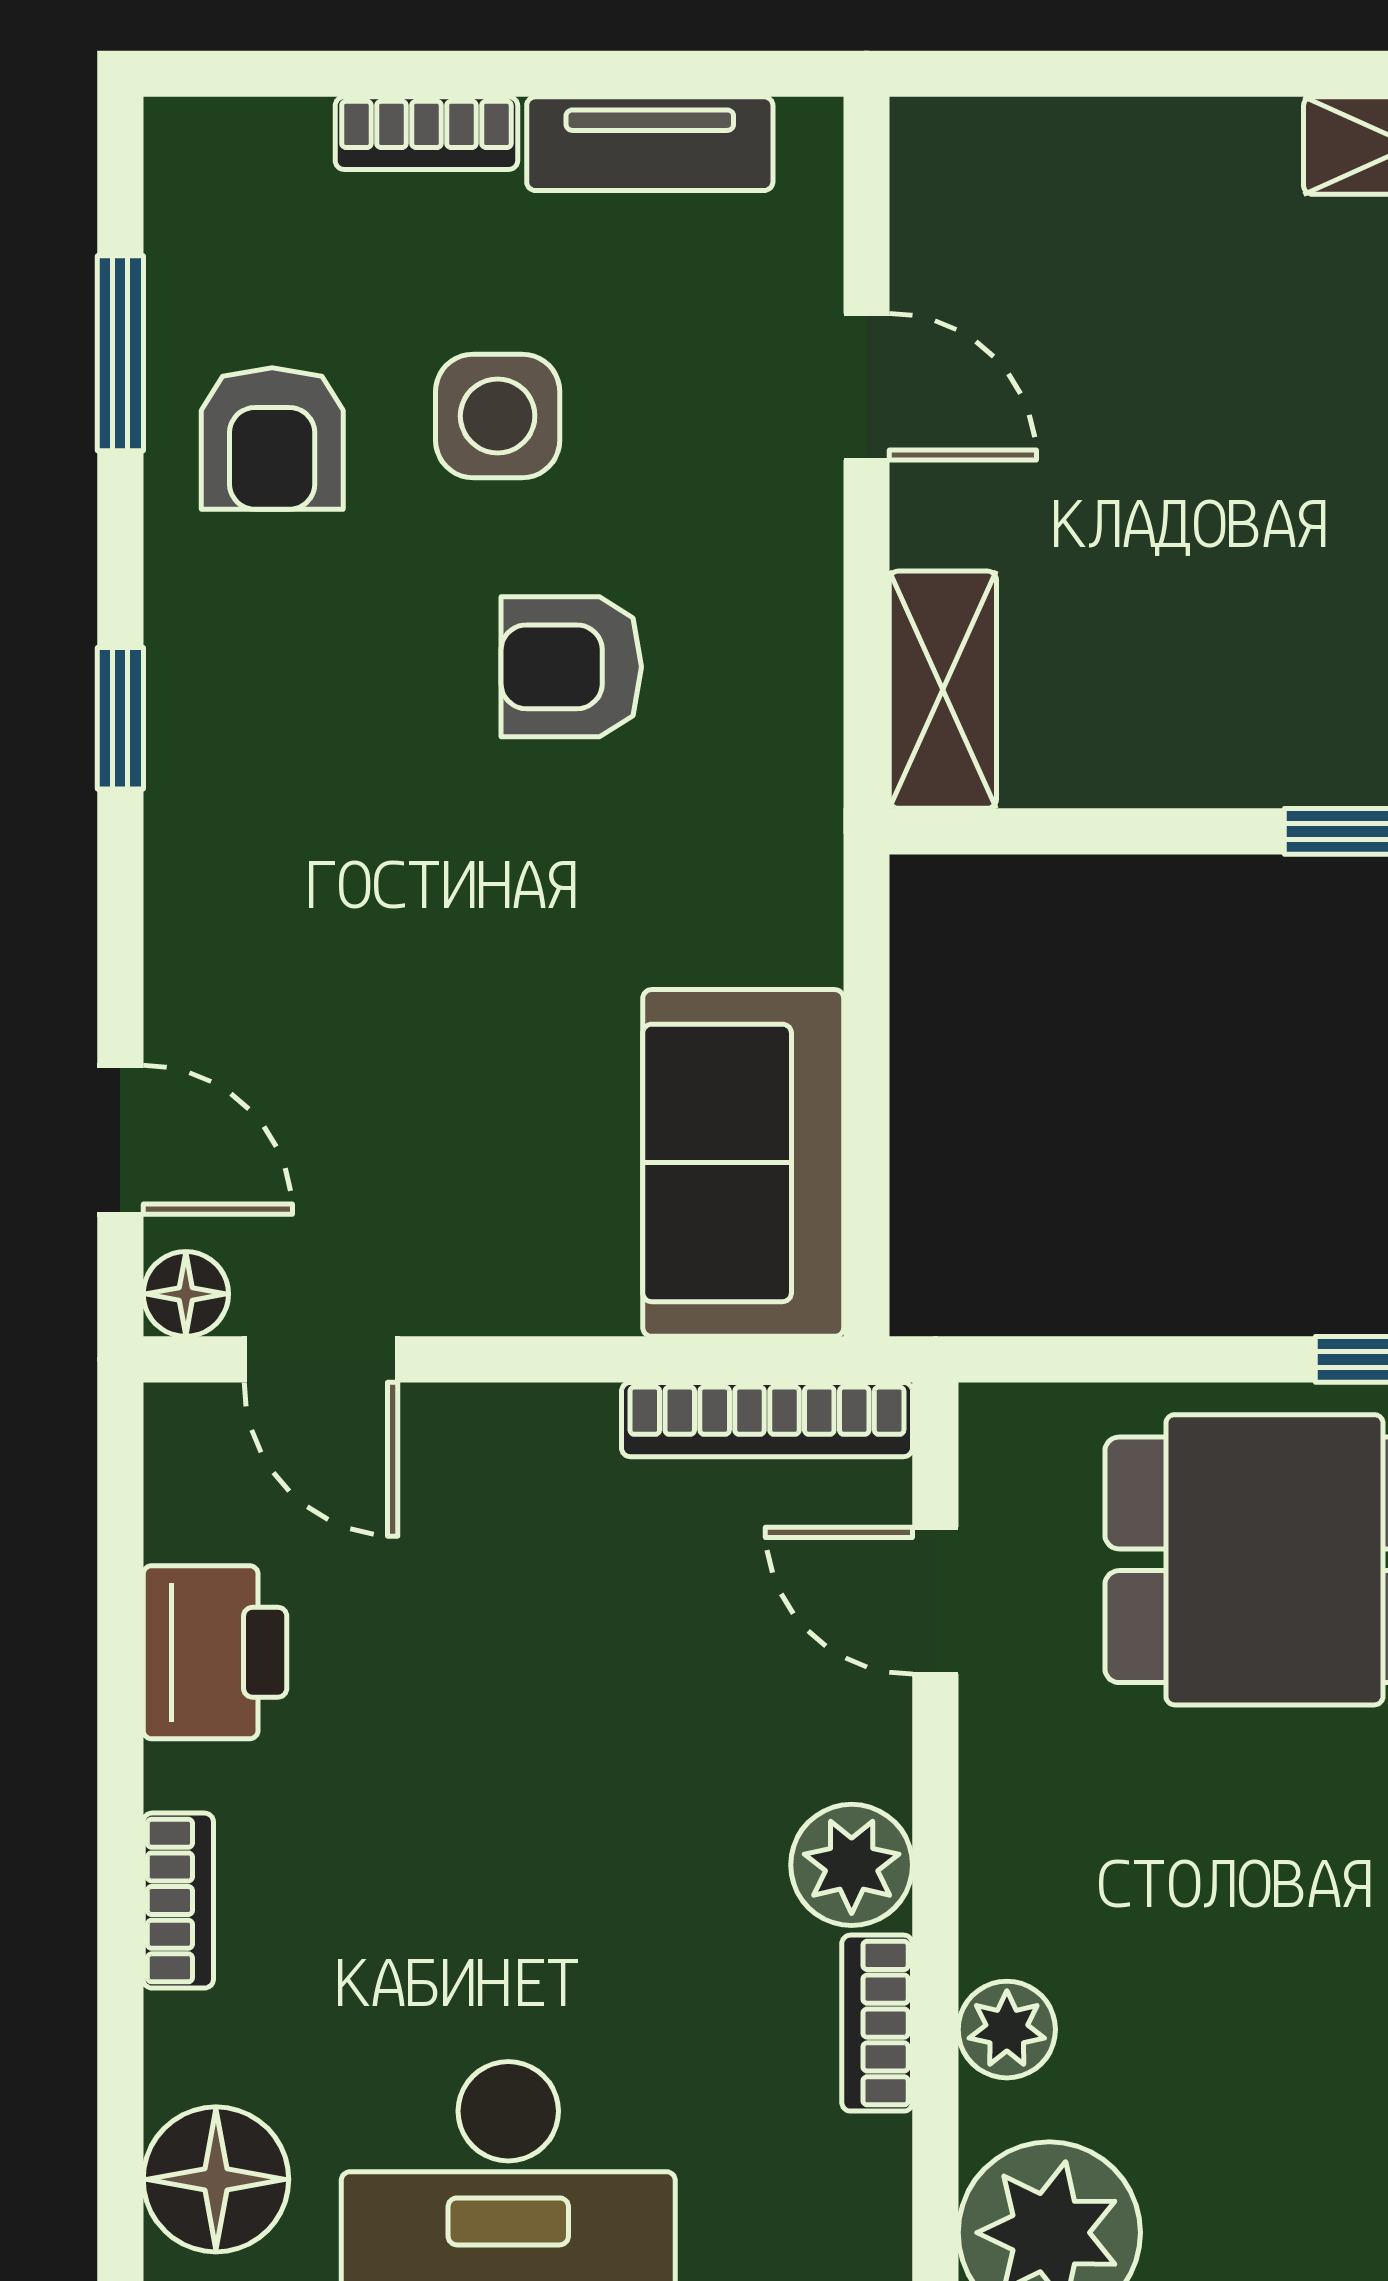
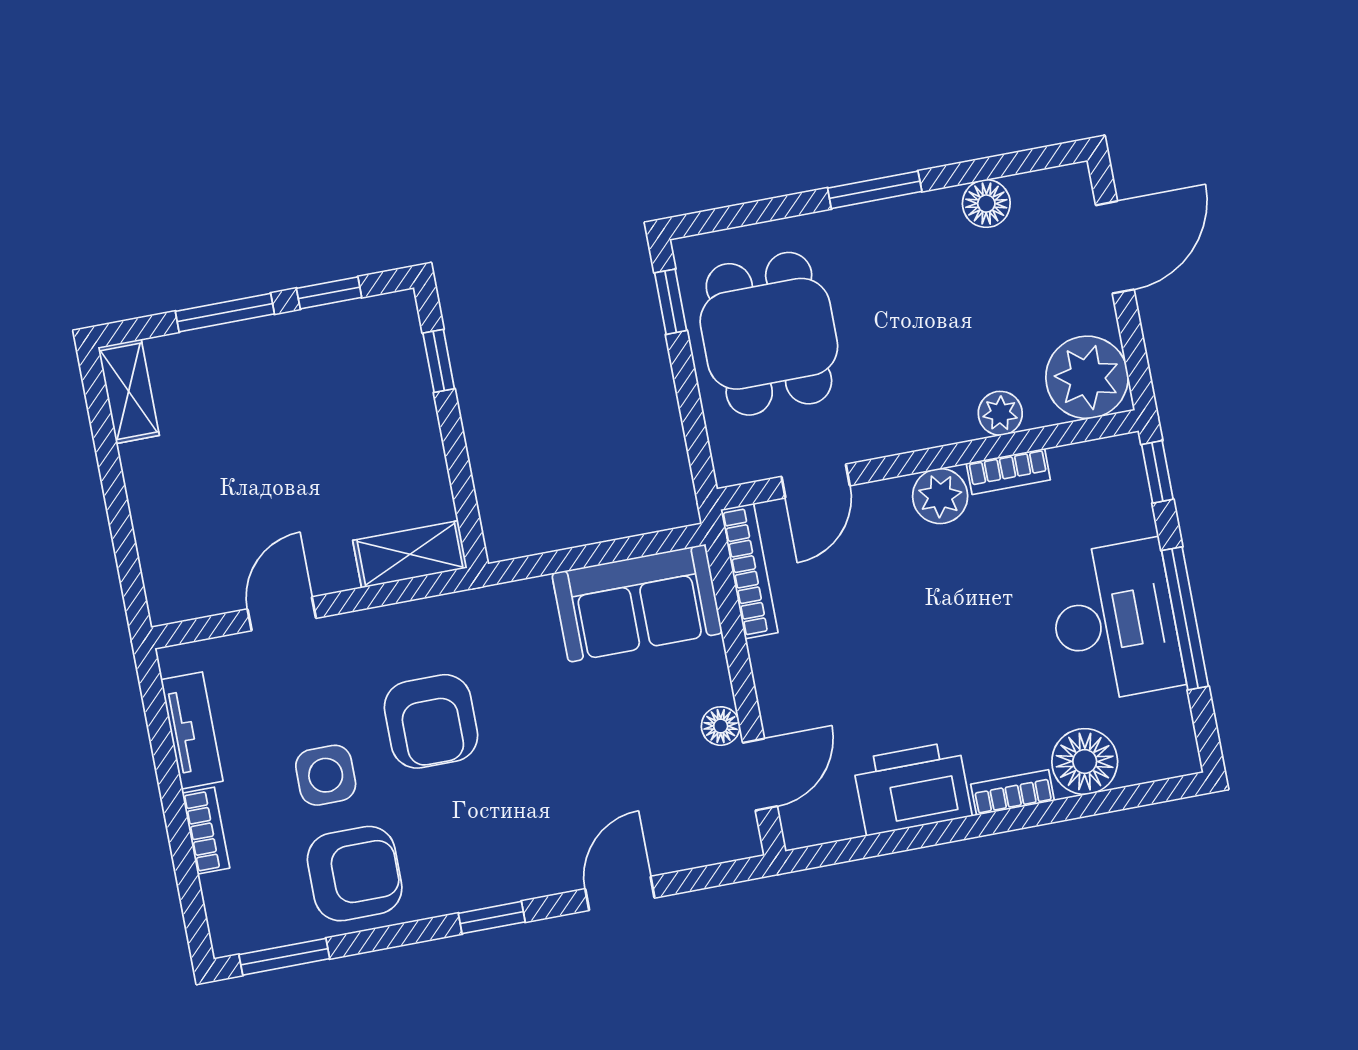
window: (120, 353) -> (284, 957), moved
armchair: (272, 439) -> (355, 874), width x1.38, depth x1.38
armchair: (571, 667) -> (431, 721), width x1.38, depth x1.38
door: (120, 1140) -> (620, 893), moved
floor lamp: (186, 1294) -> (721, 726), moved
printer: (215, 1652) -> (912, 788), width x1.37, depth x1.19
floor lamp: (216, 2179) -> (1085, 761), moved

